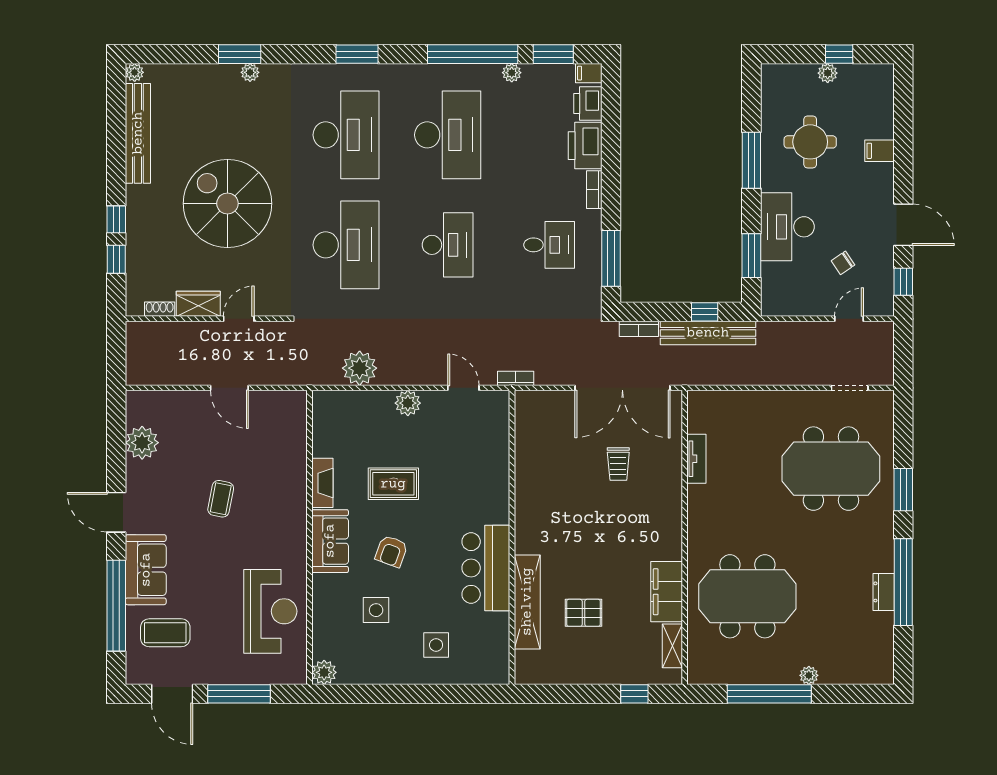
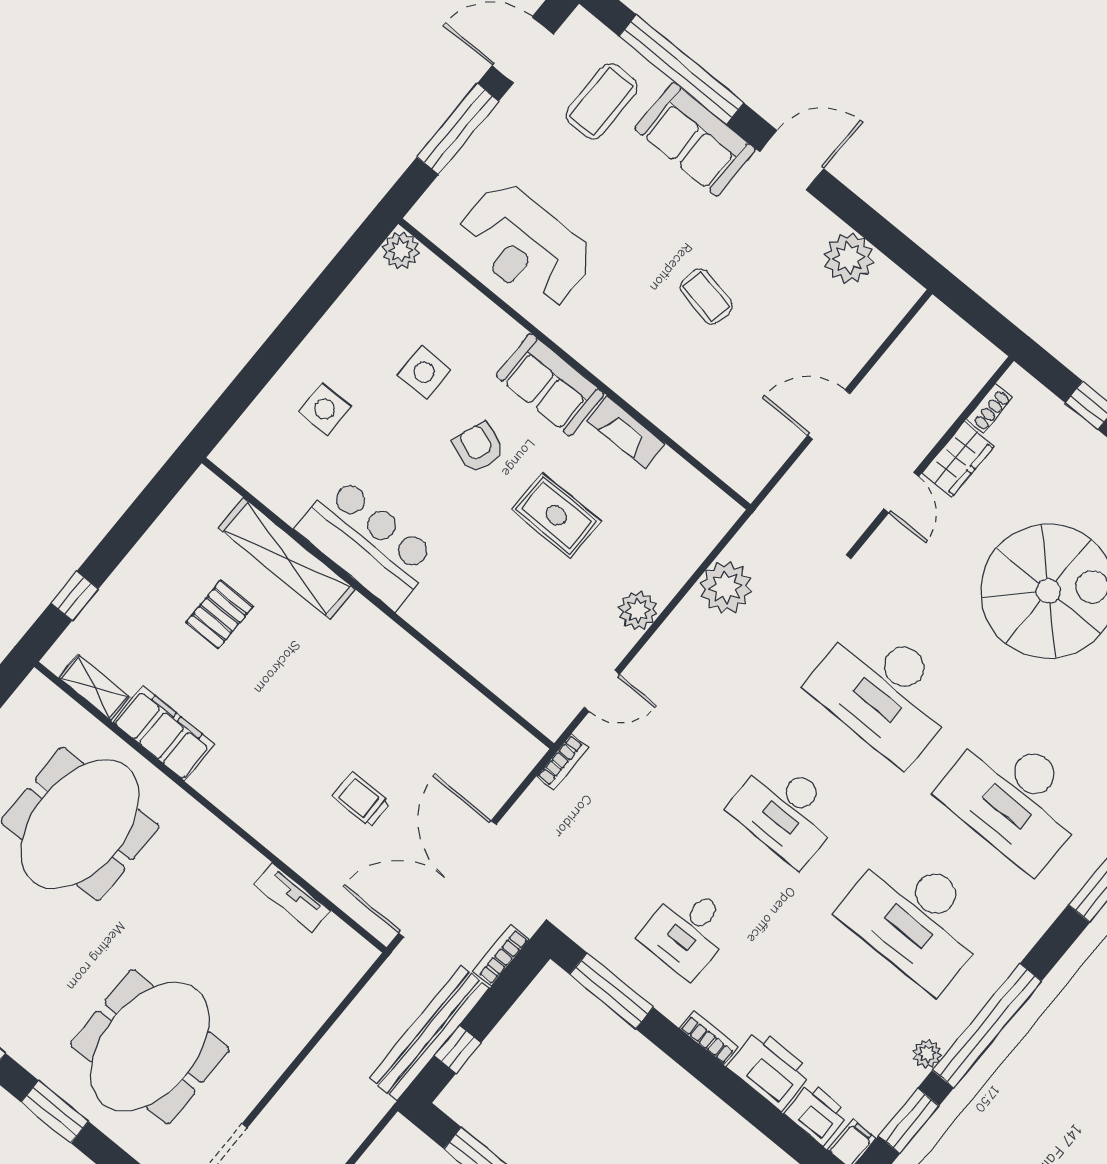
rug: (393, 484) -> (556, 515), turned 90

